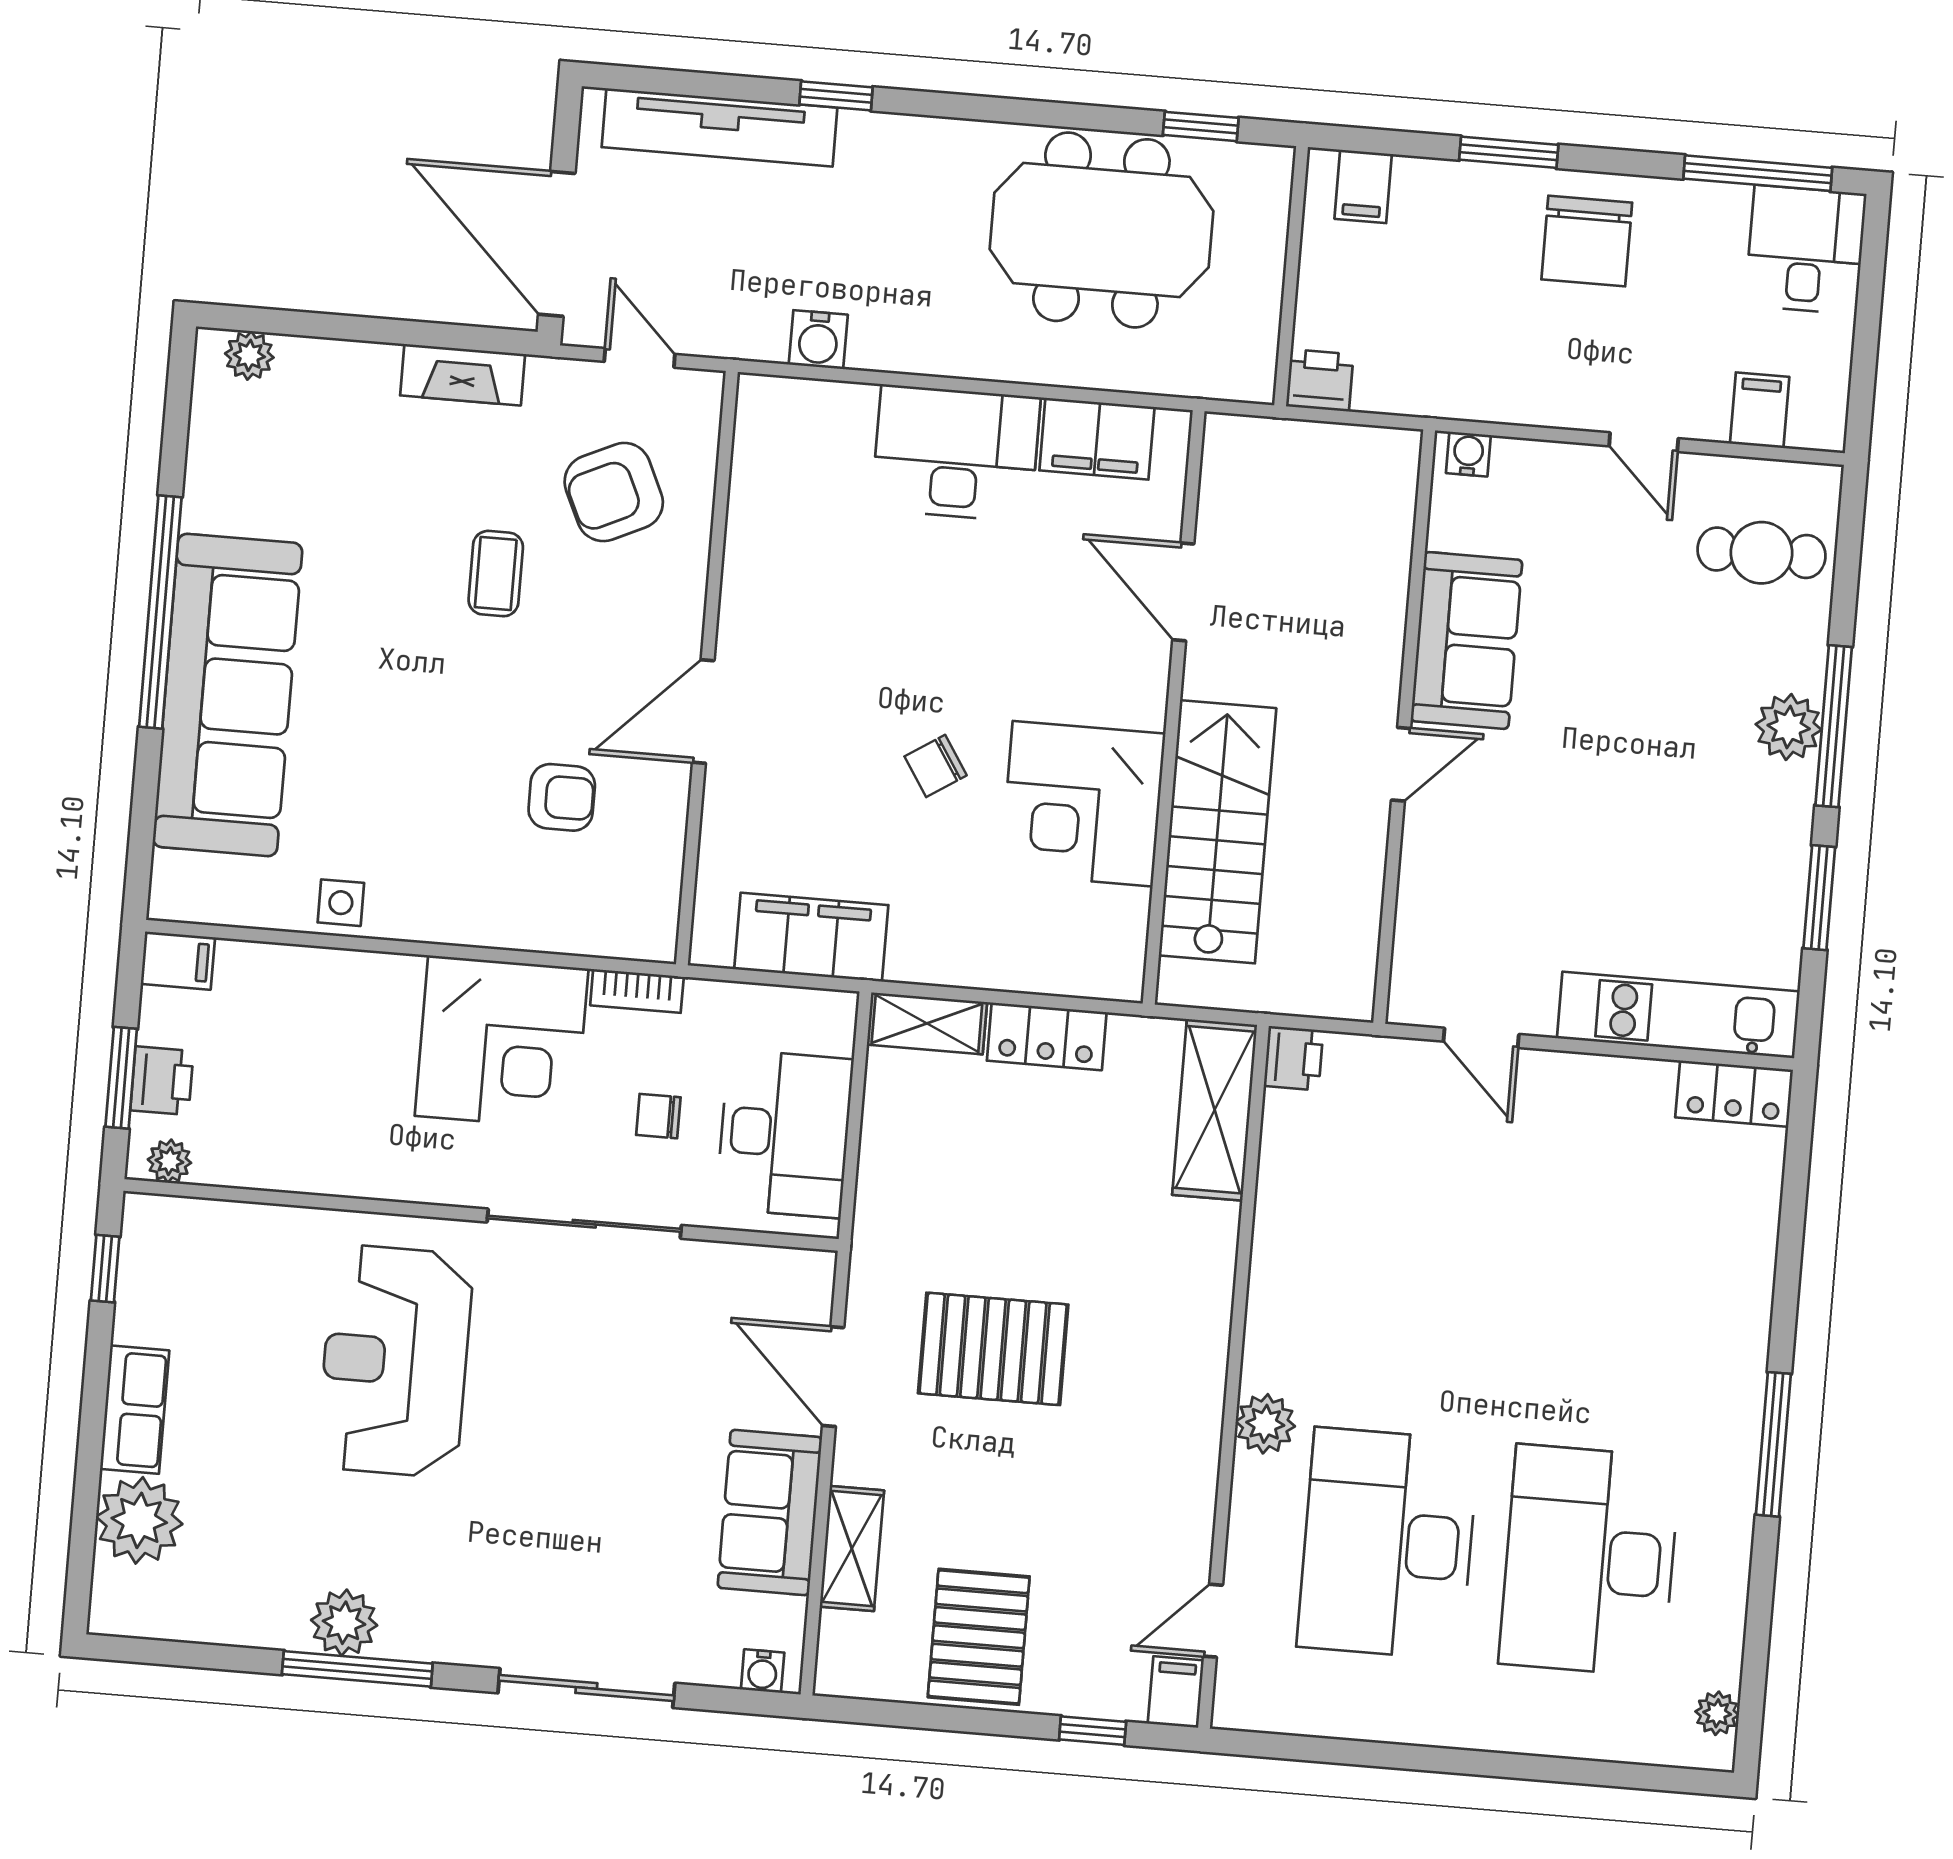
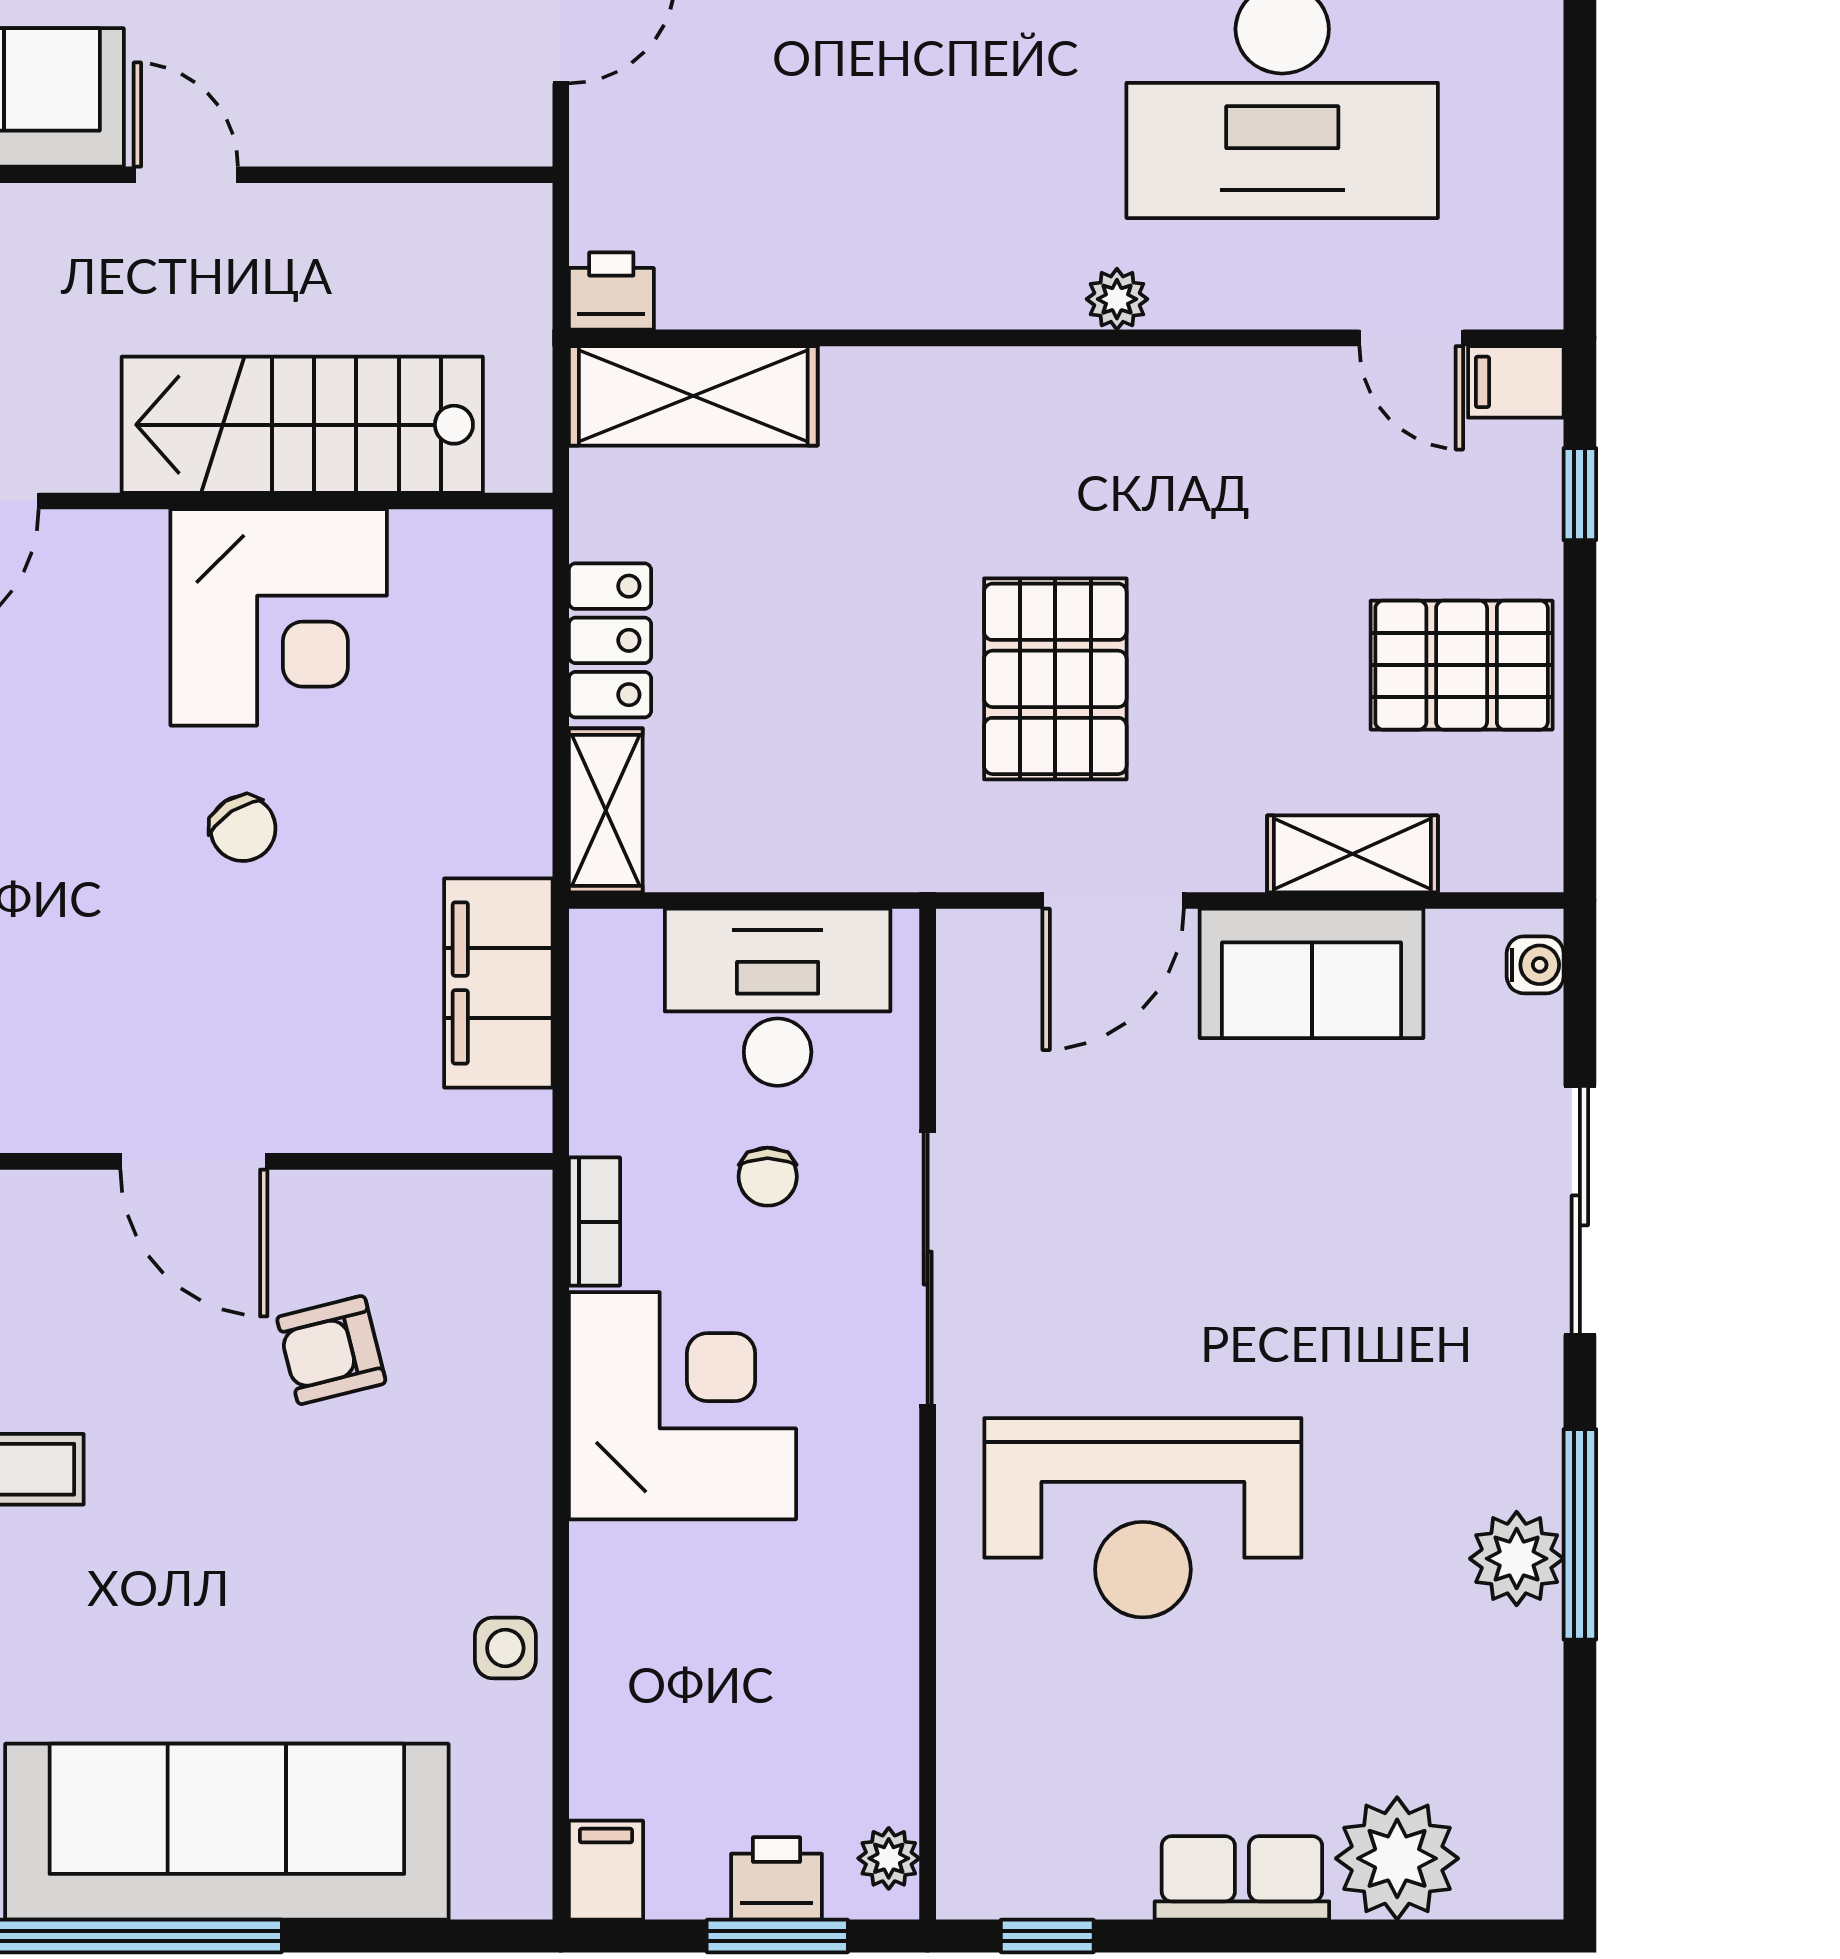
armchair: (562, 797) -> (331, 1350), turned -104
plant: (1265, 1424) -> (1117, 299), width x0.73, depth x0.73

